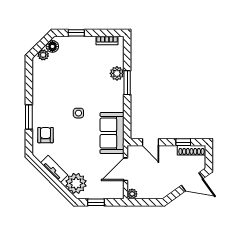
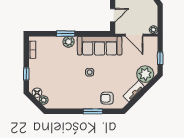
plant: (117, 73) -> (69, 42), moved
sofa: (112, 133) -> (100, 46), width x1.36

